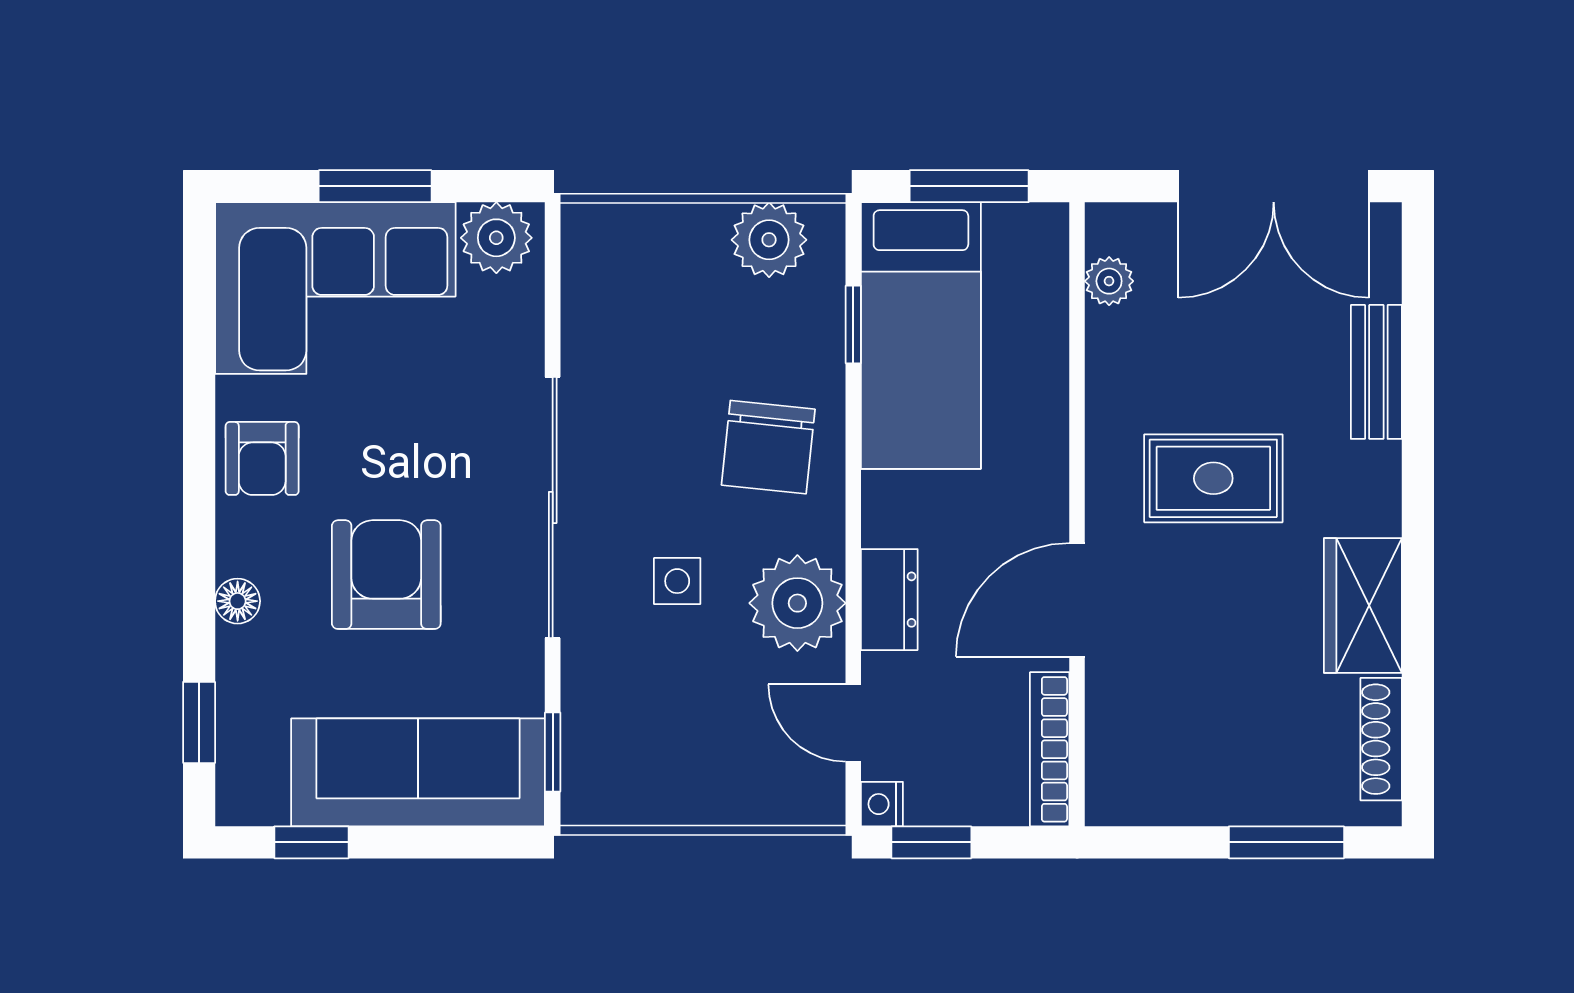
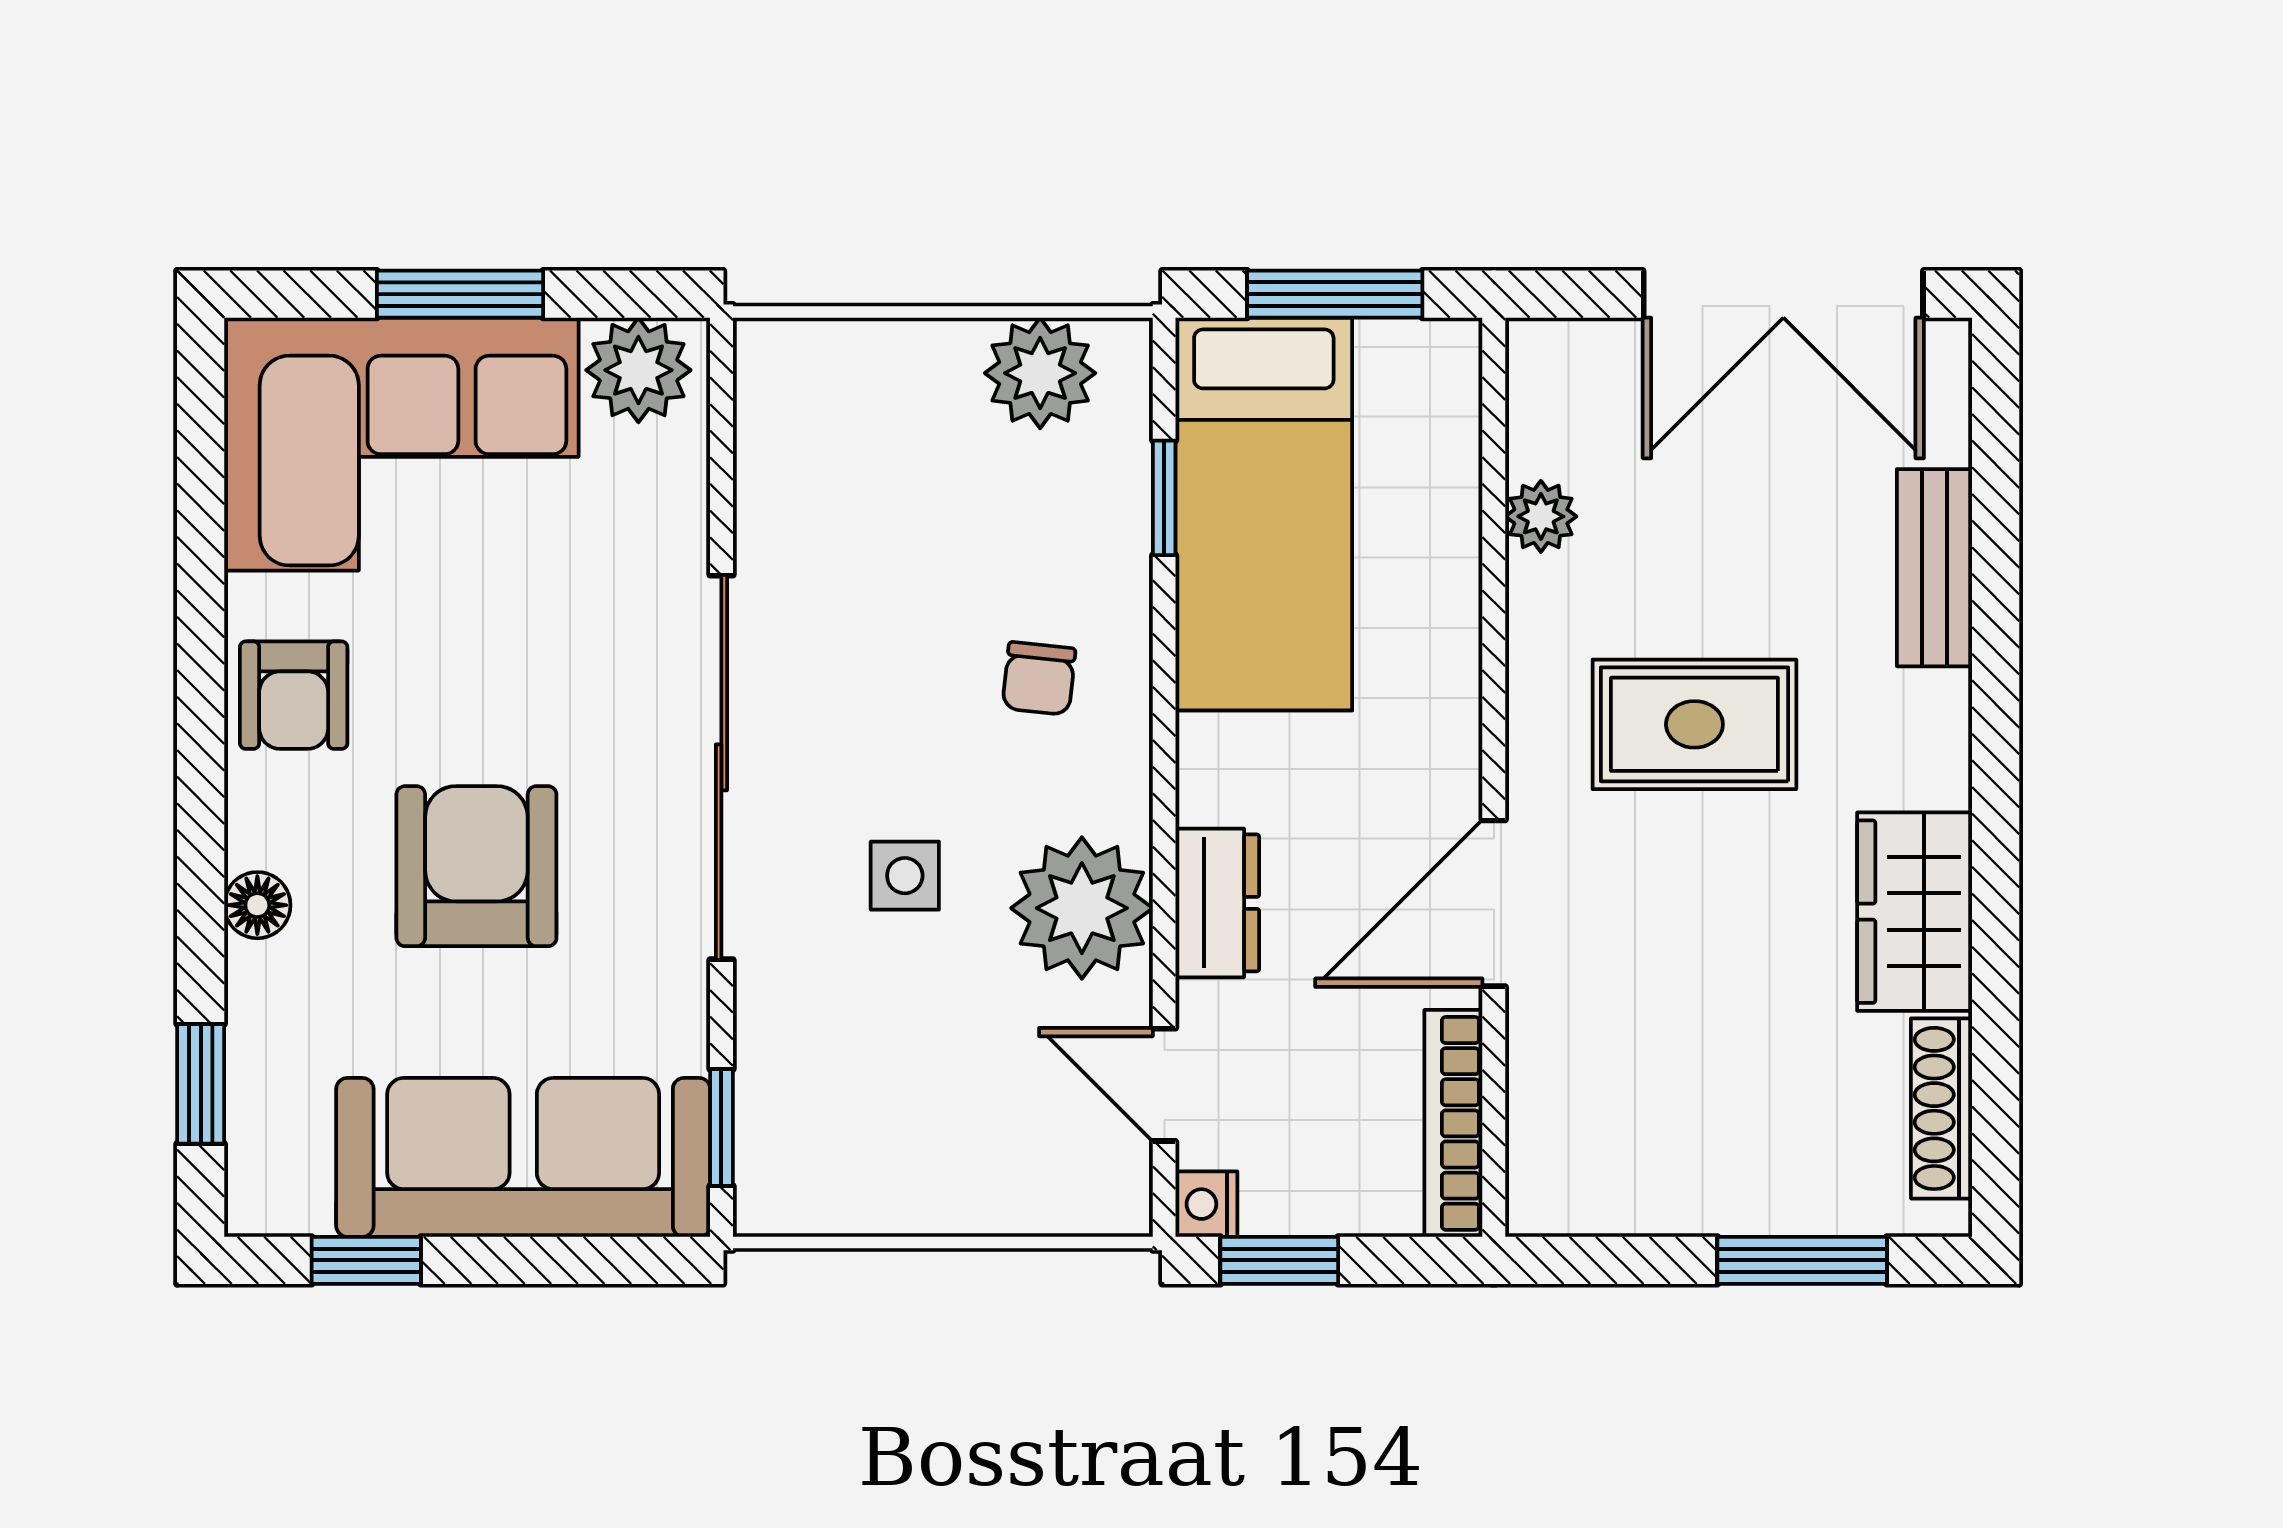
plant: (1109, 281) -> (1541, 516), moved
chair: (768, 447) -> (1039, 678), width x0.54, depth x0.54

